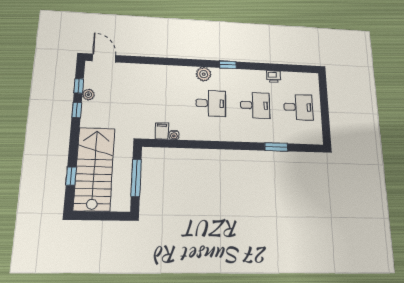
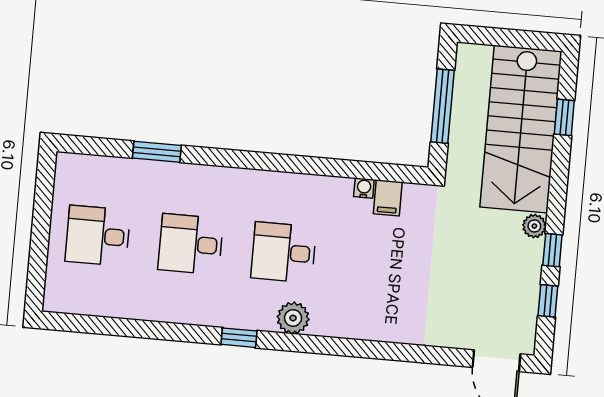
printer: (274, 77) -> (143, 307), removed
plant: (88, 95) -> (534, 226), moved

